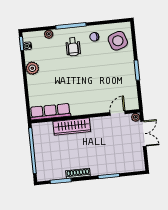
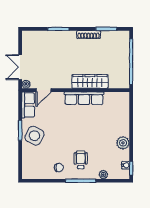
side table: (118, 41) -> (34, 136), moved, turned 45
row of seats: (132, 97) -> (28, 105), added
row of seats: (50, 112) -> (84, 98), moved

